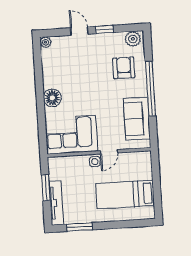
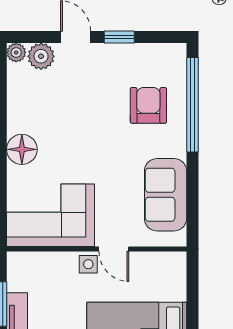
plant: (133, 39) -> (41, 56), moved
window: (151, 89) -> (192, 105), moved
door: (109, 152) -> (114, 249), hinge flipped

